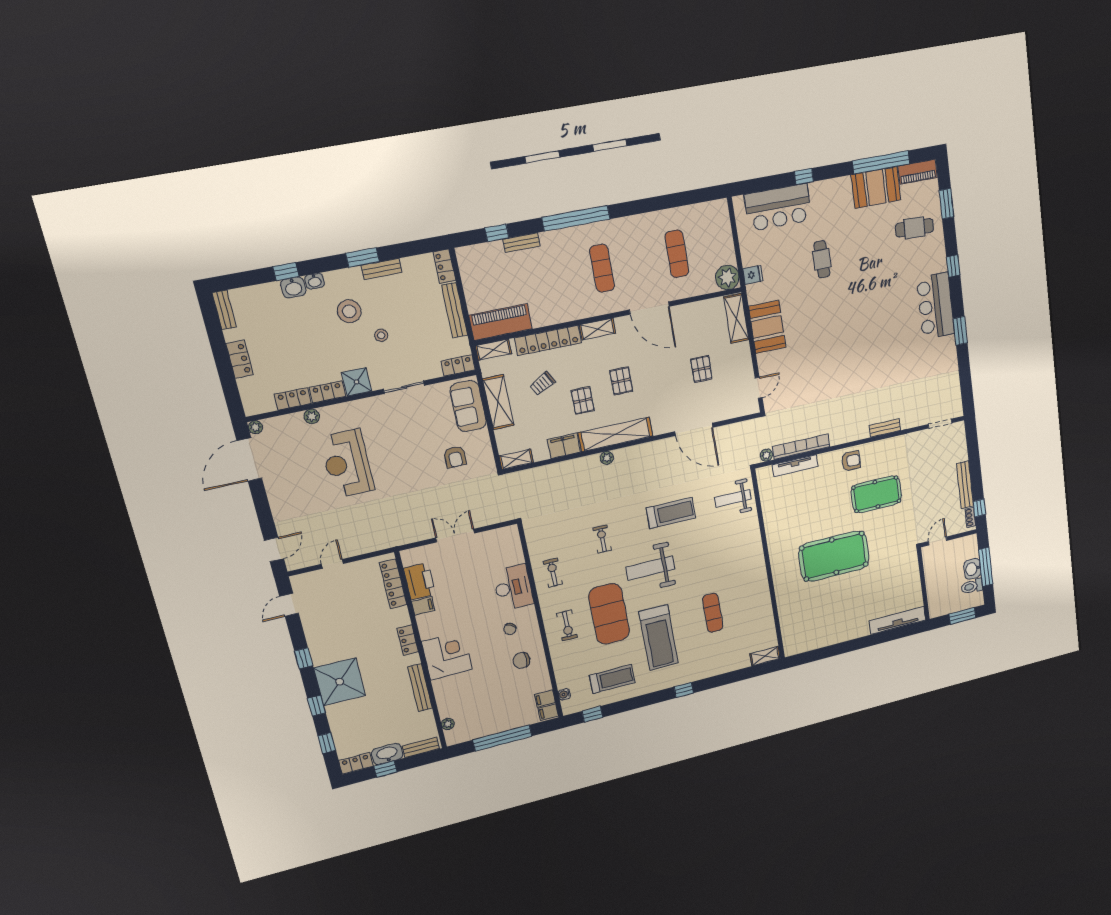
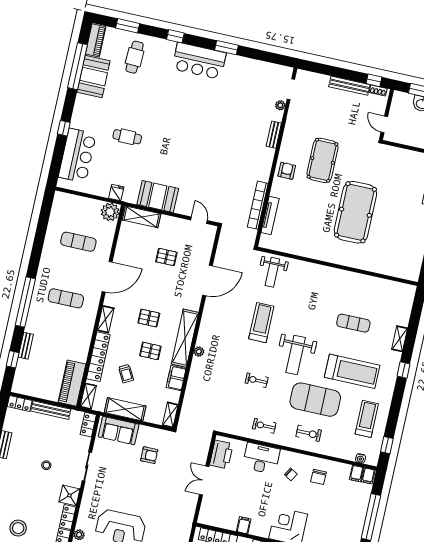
stool: (349, 311) -> (18, 528), moved
plant: (766, 455) -> (280, 105), moved
printer: (419, 581) -> (221, 454), moved, turned 90
shelving: (765, 656) -> (400, 339), moved

